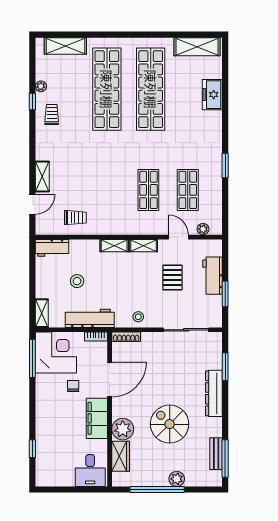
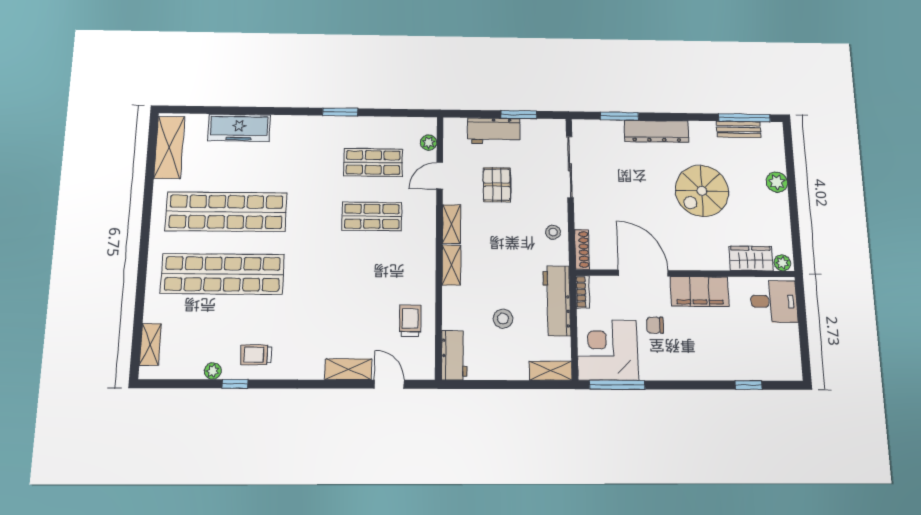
shelving: (65, 46) -> (150, 344), width x0.67, depth x0.75
freezer: (212, 95) -> (239, 128), width x1.40
pallet: (172, 277) -> (497, 185), turned 90
plant: (123, 429) -> (782, 263), moved, width x0.53, depth x0.53
window: (157, 489) -> (793, 209), removed

